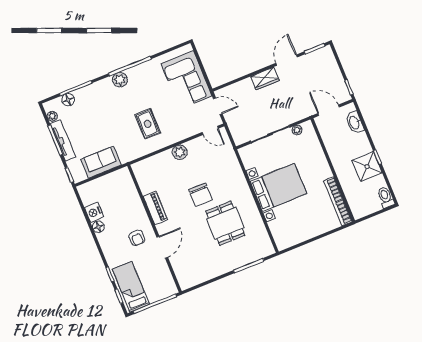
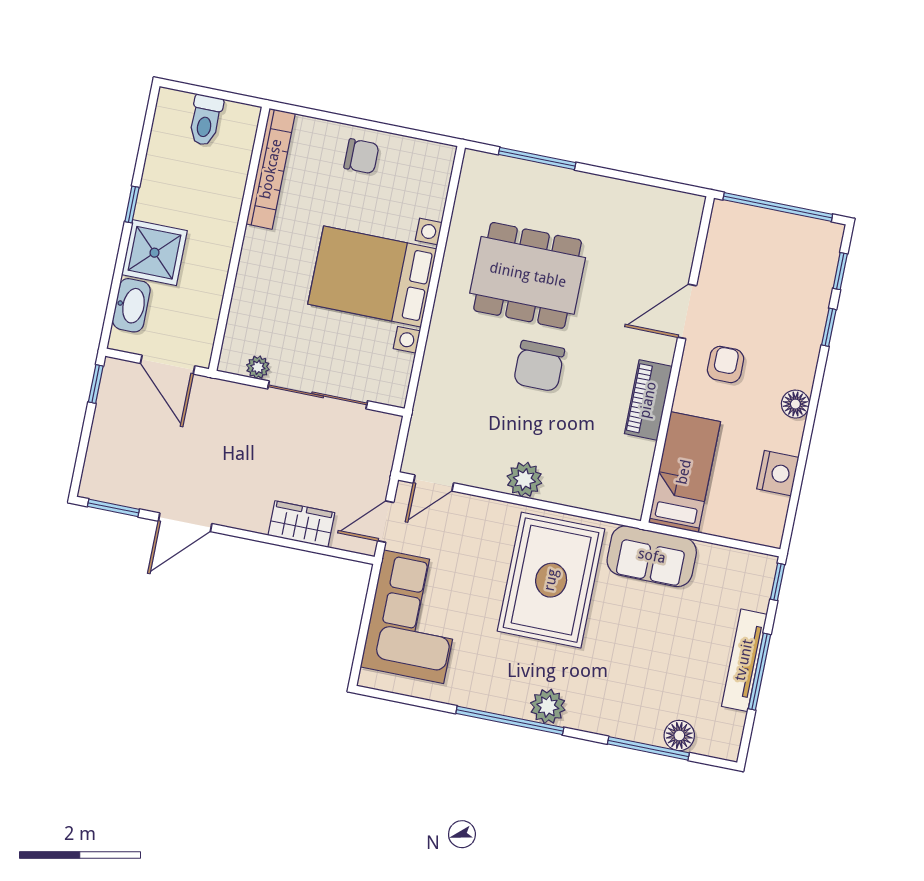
wardrobe: (265, 78) -> (301, 524), moved
door: (218, 106) -> (386, 522), hinge flipped
plant: (52, 116) -> (733, 723), removed
rug: (148, 124) -> (551, 580), width x1.86, depth x2.06
door: (210, 130) -> (433, 483), swing flipped
sofa: (101, 162) -> (652, 556), moved
shower: (367, 167) -> (154, 253), moved
chair: (201, 195) -> (539, 366), turned 180
toilet: (386, 197) -> (205, 120), moved
dining table: (225, 223) -> (528, 275), width x1.38
chair: (310, 226) -> (361, 156), added
floor lamp: (98, 227) -> (795, 404), moved
bed: (131, 287) -> (684, 472), moved, turned 180

